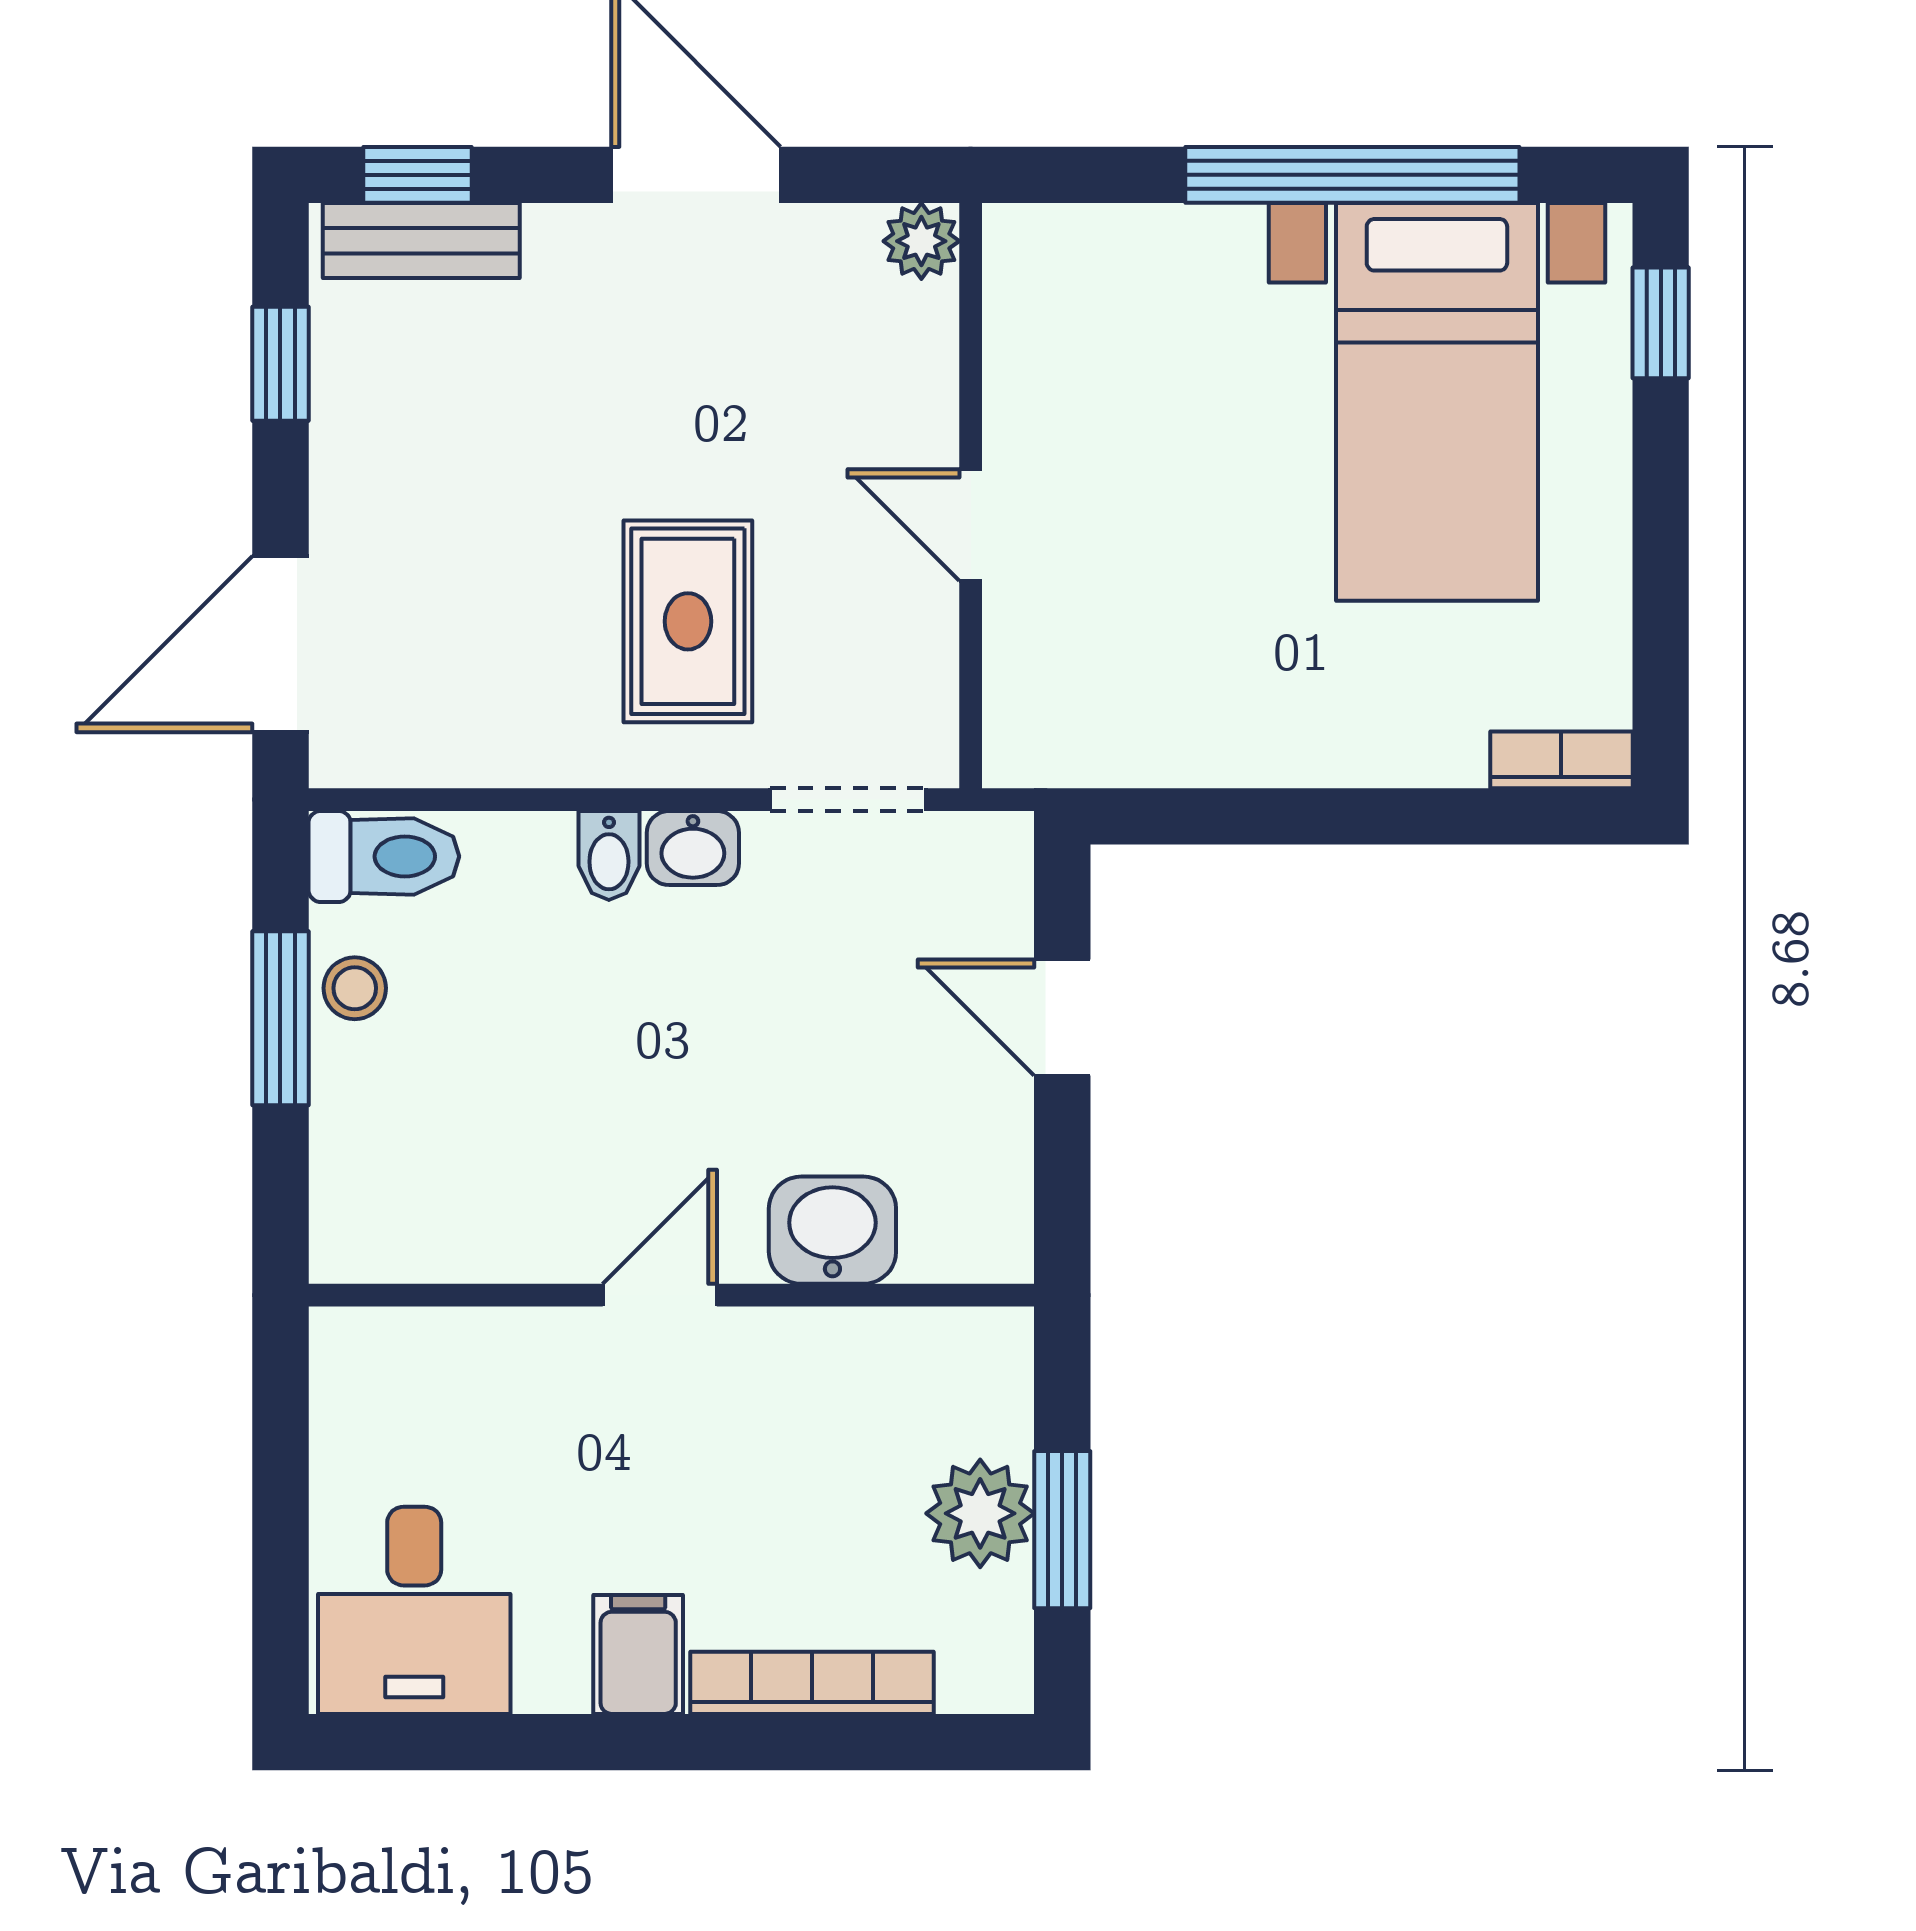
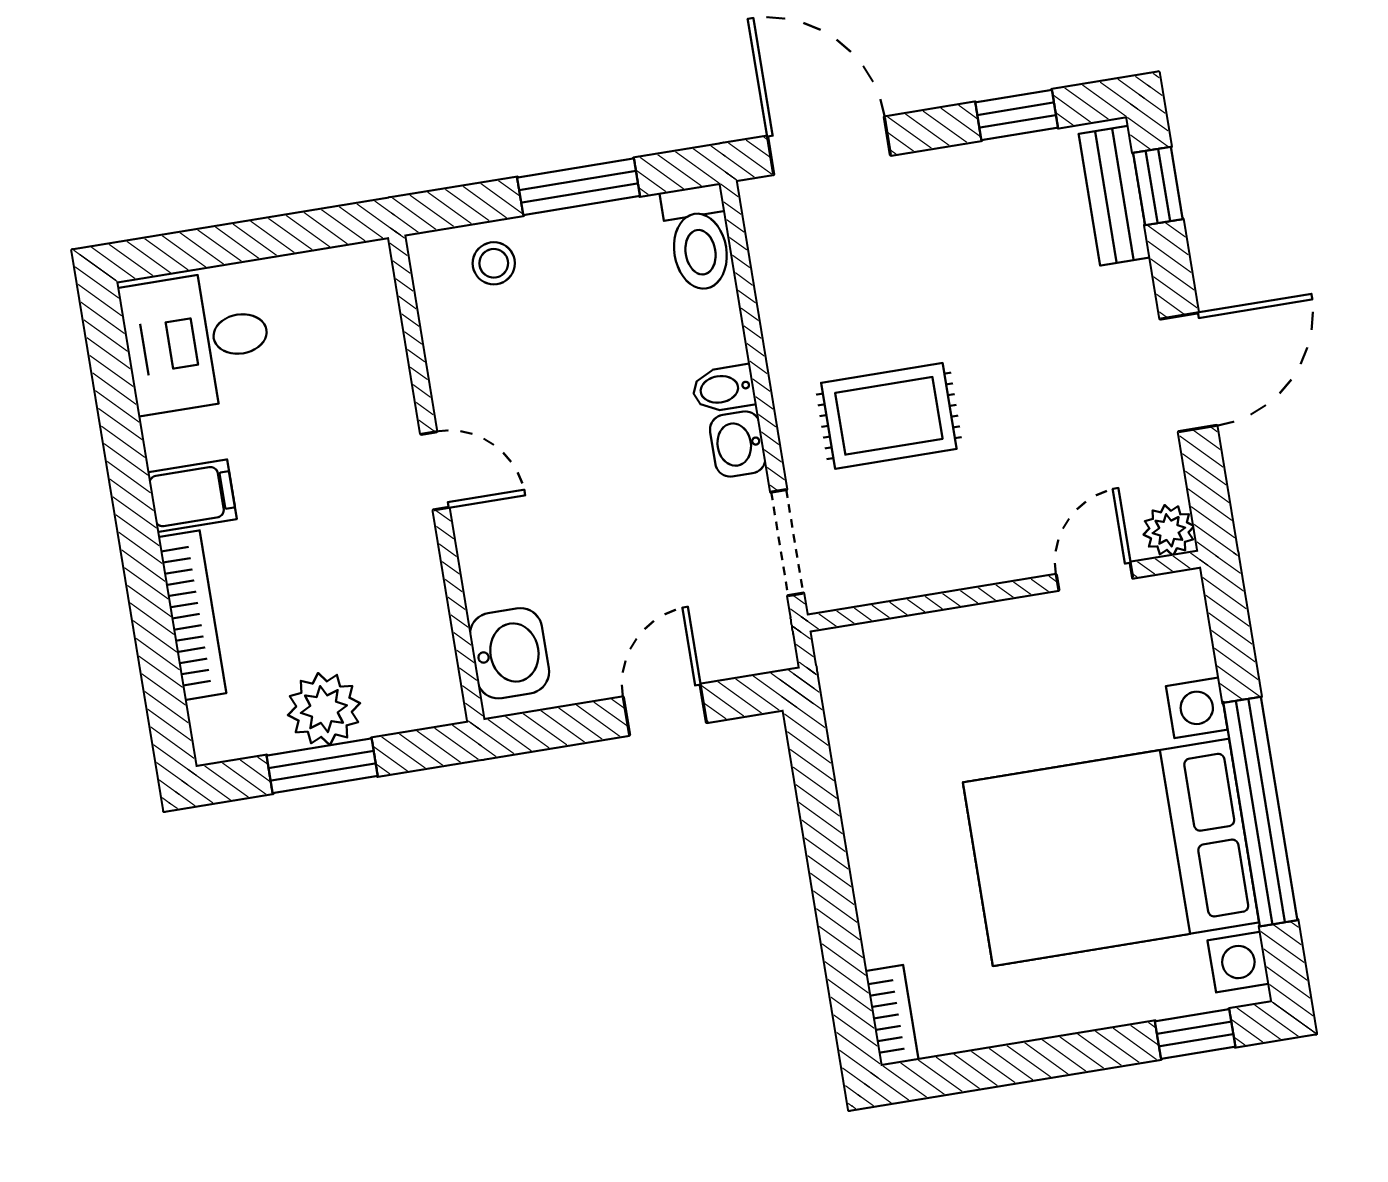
bed with nightstands: (1437, 402) -> (1111, 852), width x1.36
door: (971, 525) -> (1094, 576), moved
stool: (355, 988) -> (494, 263), moved
washbasin: (832, 1230) -> (509, 653), moved

